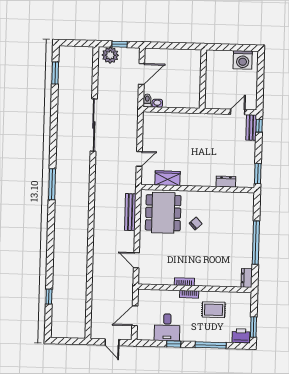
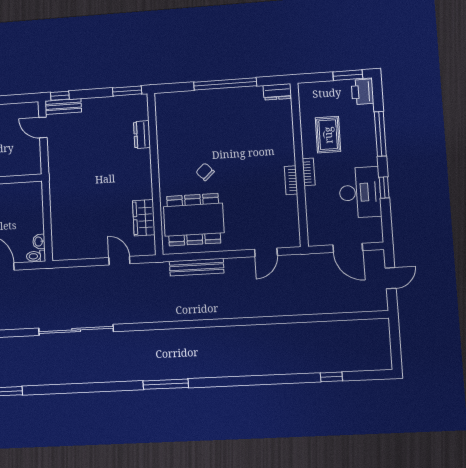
desk: (167, 327) -> (360, 192), width x1.37

